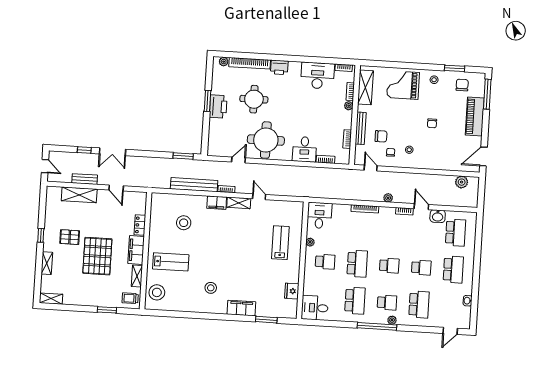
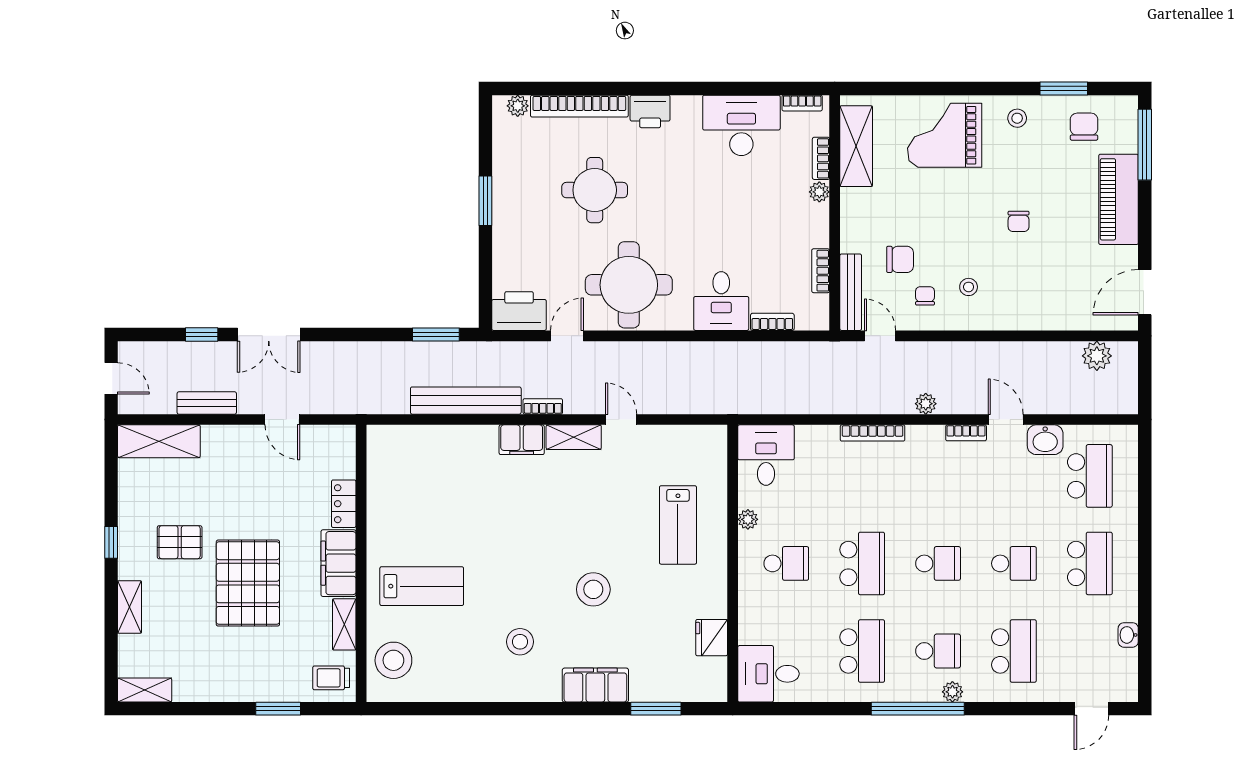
printer: (218, 107) -> (519, 311), moved, turned -90
bench: (361, 128) -> (851, 292), moved
shelving: (79, 195) -> (159, 441), moved
stool: (184, 223) -> (593, 589), moved
lab bench: (280, 243) -> (678, 525), turned 180

